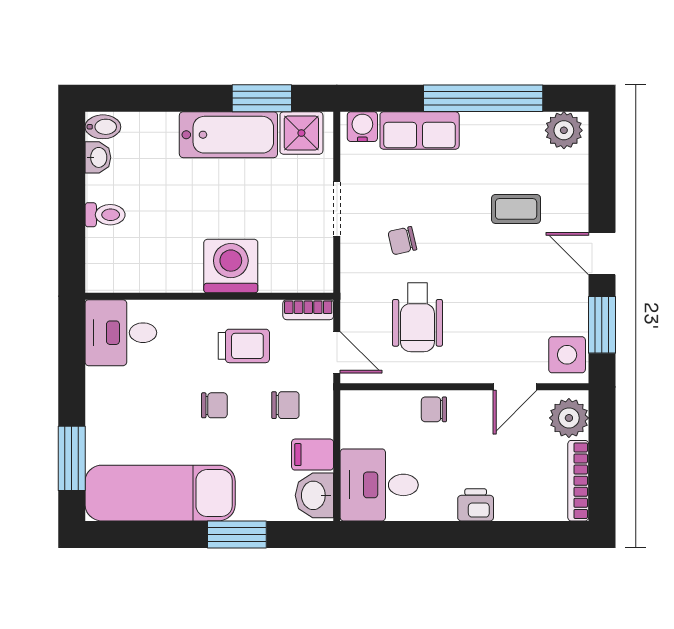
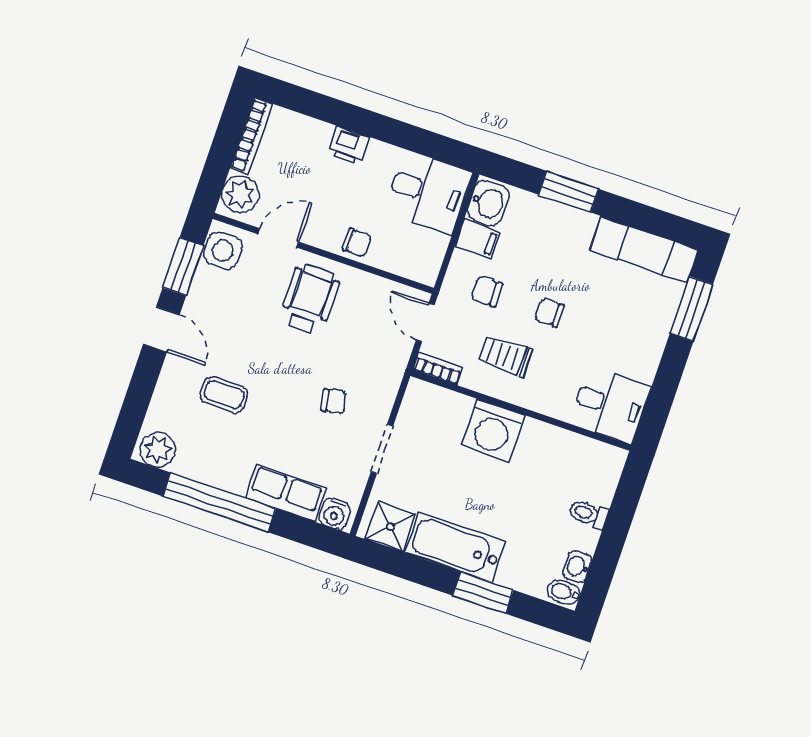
window: (262, 98) -> (483, 593), moved
wheelchair: (417, 317) -> (310, 299), moved
exam couch: (160, 493) -> (644, 250), width x0.73, depth x0.69

